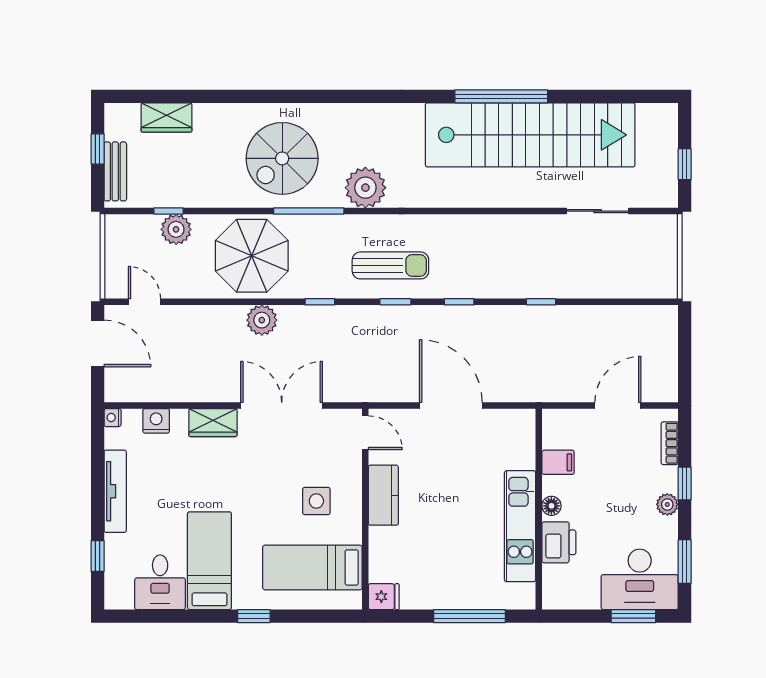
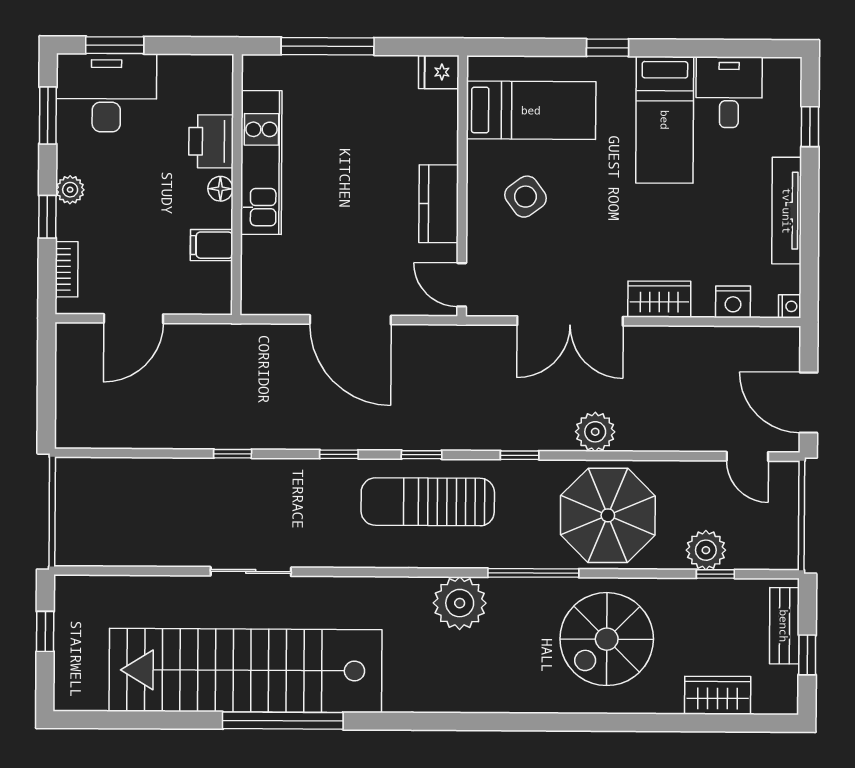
spiral stairs: (282, 158) -> (607, 639), moved, turned 180
sliding door: (598, 211) -> (251, 571), moved
sun lounger: (390, 265) -> (428, 502), width x1.36, depth x1.34
side table: (316, 501) -> (526, 197), turned -36

